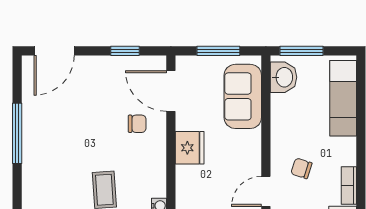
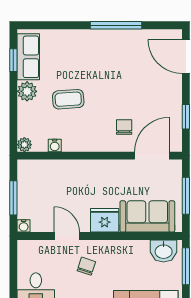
chair: (137, 124) -> (124, 127), turned 180
fridge: (190, 148) -> (105, 220), moved, turned 180

